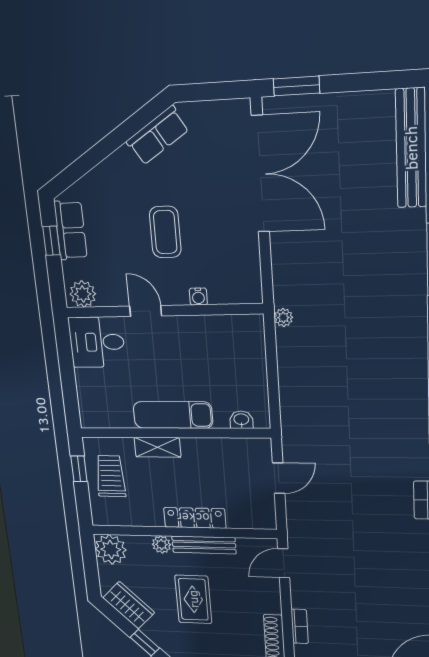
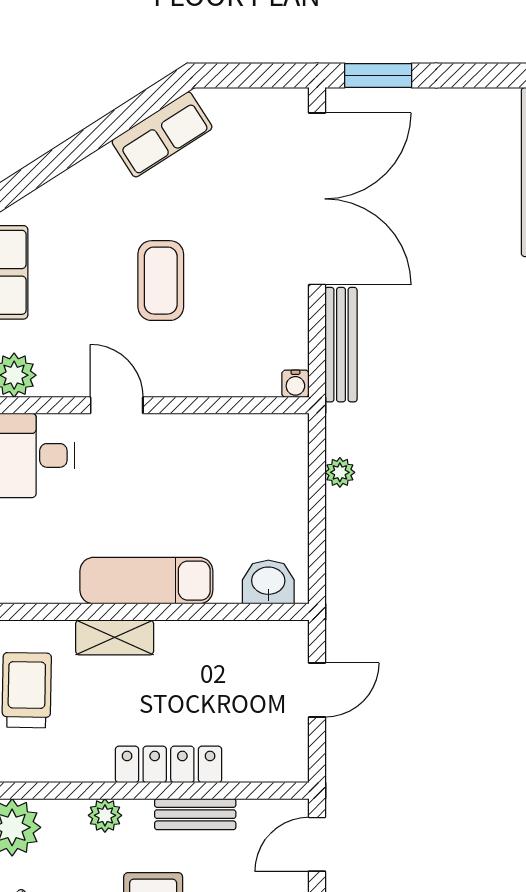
bench: (281, 270) -> (341, 345), added
water cooler: (198, 297) -> (295, 384), moved
plant: (283, 317) -> (340, 472), moved
washbasin: (241, 420) -> (268, 582), width x1.38, depth x1.45
bench: (204, 545) -> (195, 814), width x0.73

